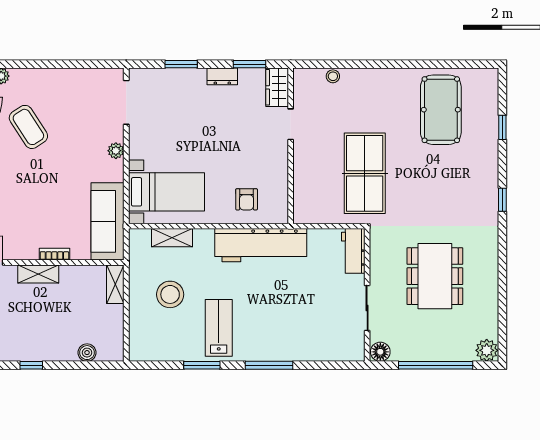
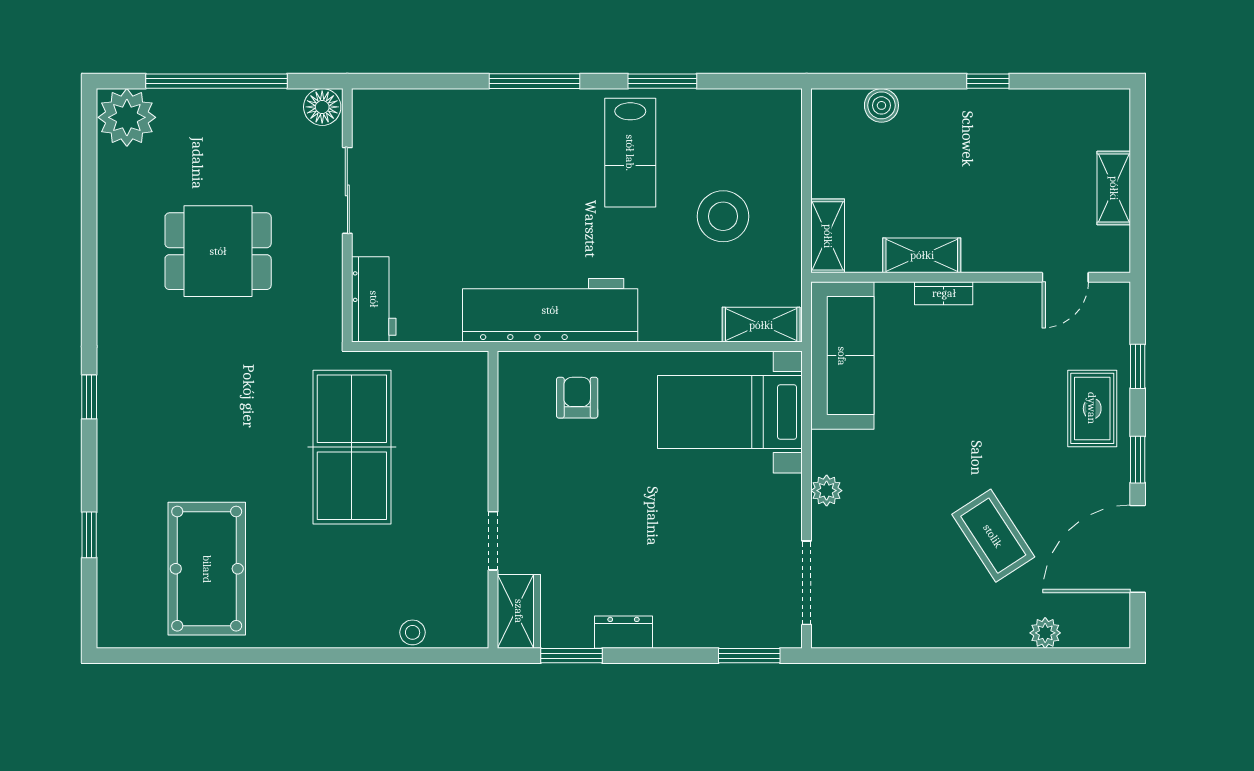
window: (181, 64) -> (749, 656), moved
shelving: (172, 238) -> (761, 325), moved
shelving: (38, 274) -> (922, 255), moved
dining table: (435, 276) -> (218, 251), width x0.73
plant: (487, 350) -> (127, 117), width x1.36, depth x1.36

